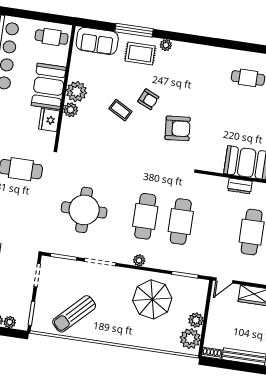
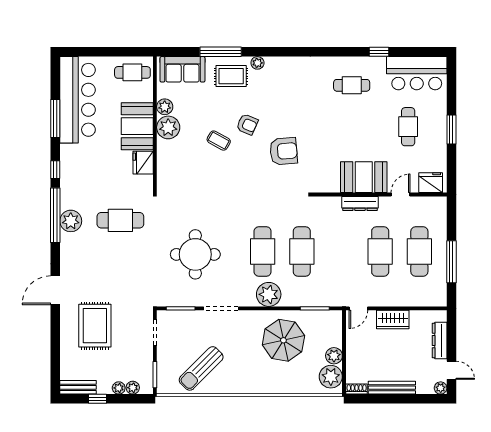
plant: (71, 110) -> (165, 107), moved
dresser: (240, 186) -> (360, 204), width x1.44
plant: (139, 260) -> (269, 294), width x1.88, depth x1.88

